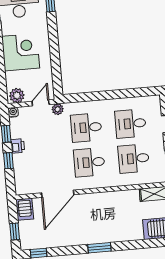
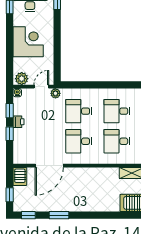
window: (99, 248) -> (59, 215), moved

